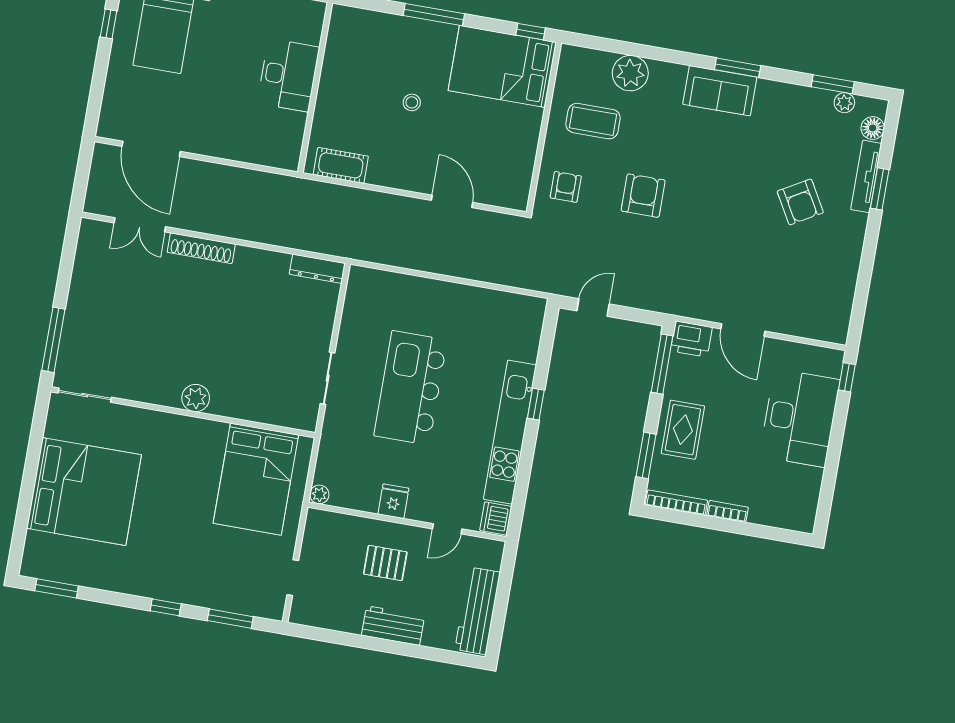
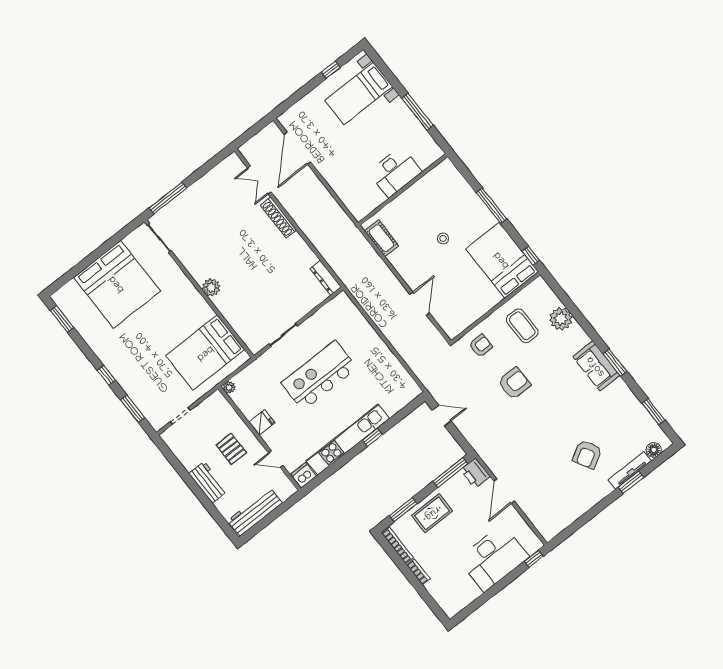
plant: (844, 103) -> (651, 426), removed

